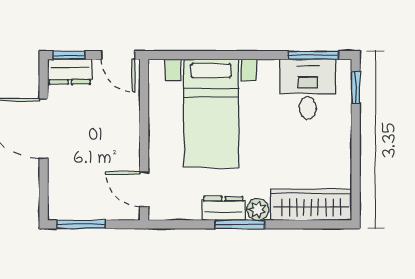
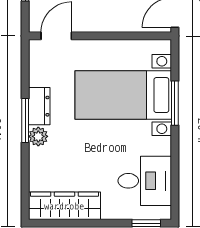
window: (313, 55) -> (175, 103), moved
wardrobe: (311, 205) -> (64, 206), moved, turned -90

